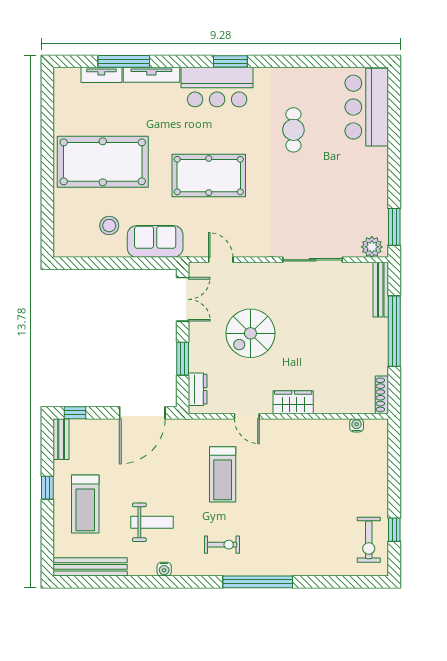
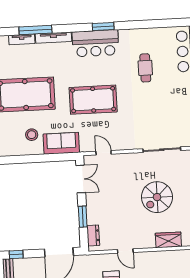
spiral stairs: (250, 333) -> (157, 197), moved
wardrobe: (293, 402) -> (168, 240), moved

